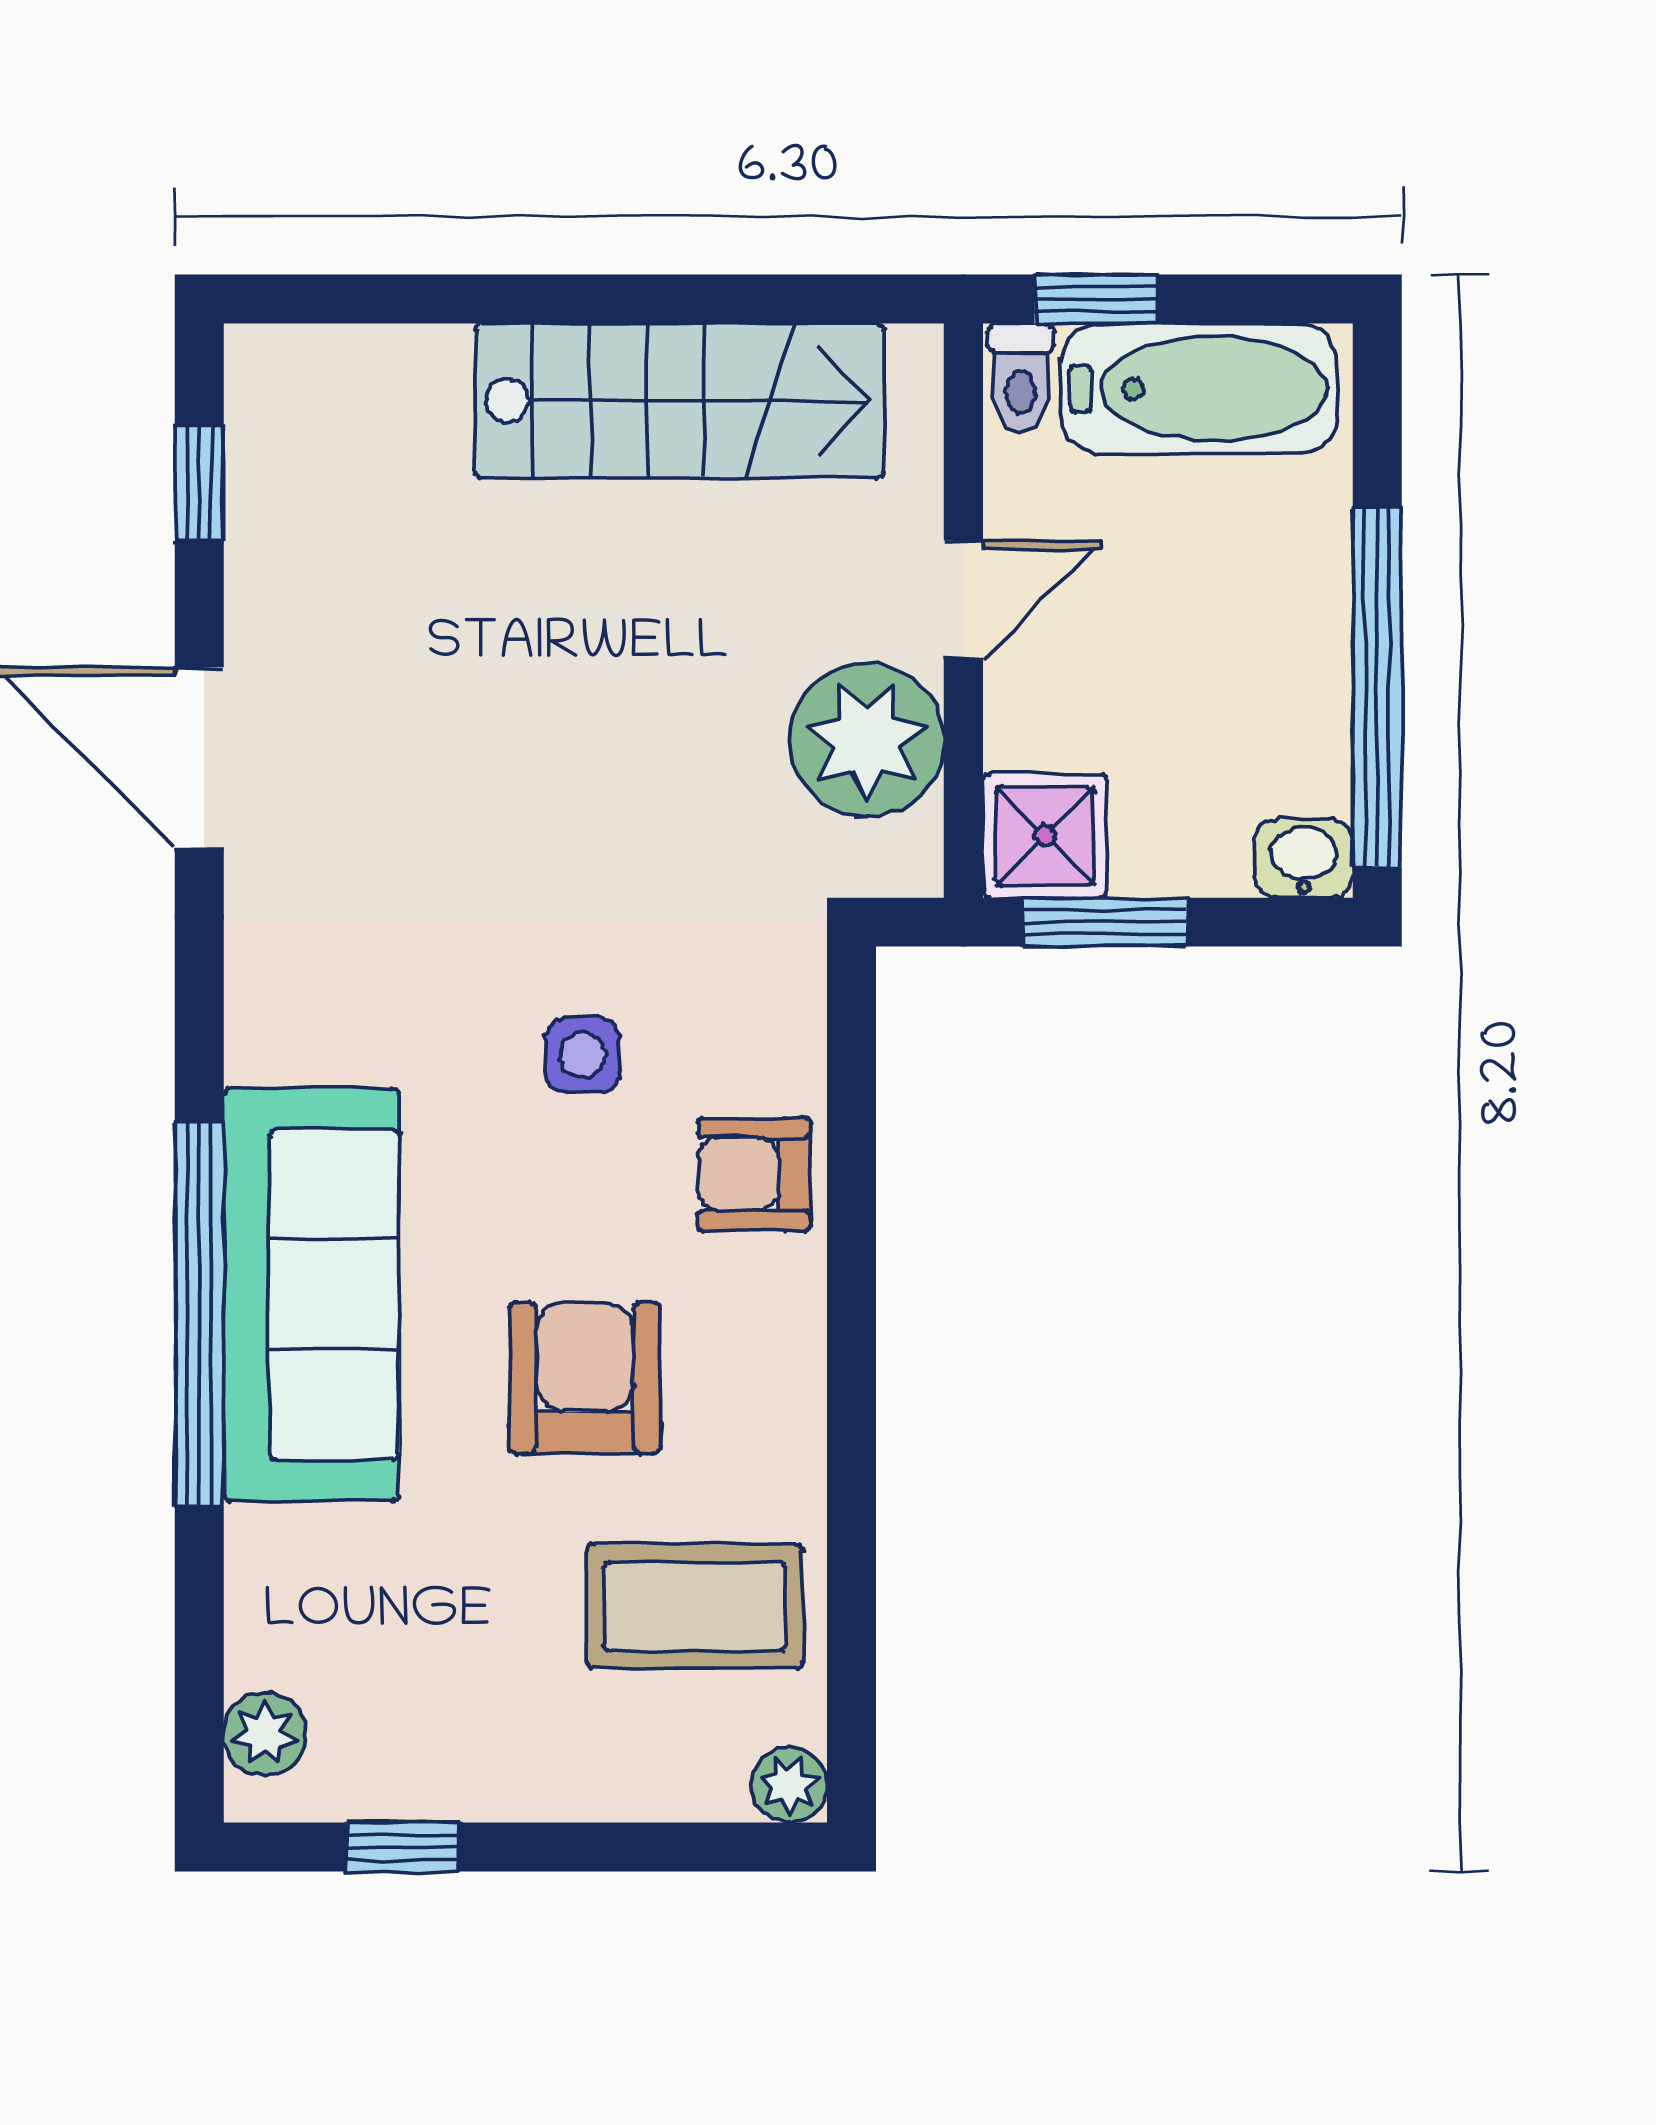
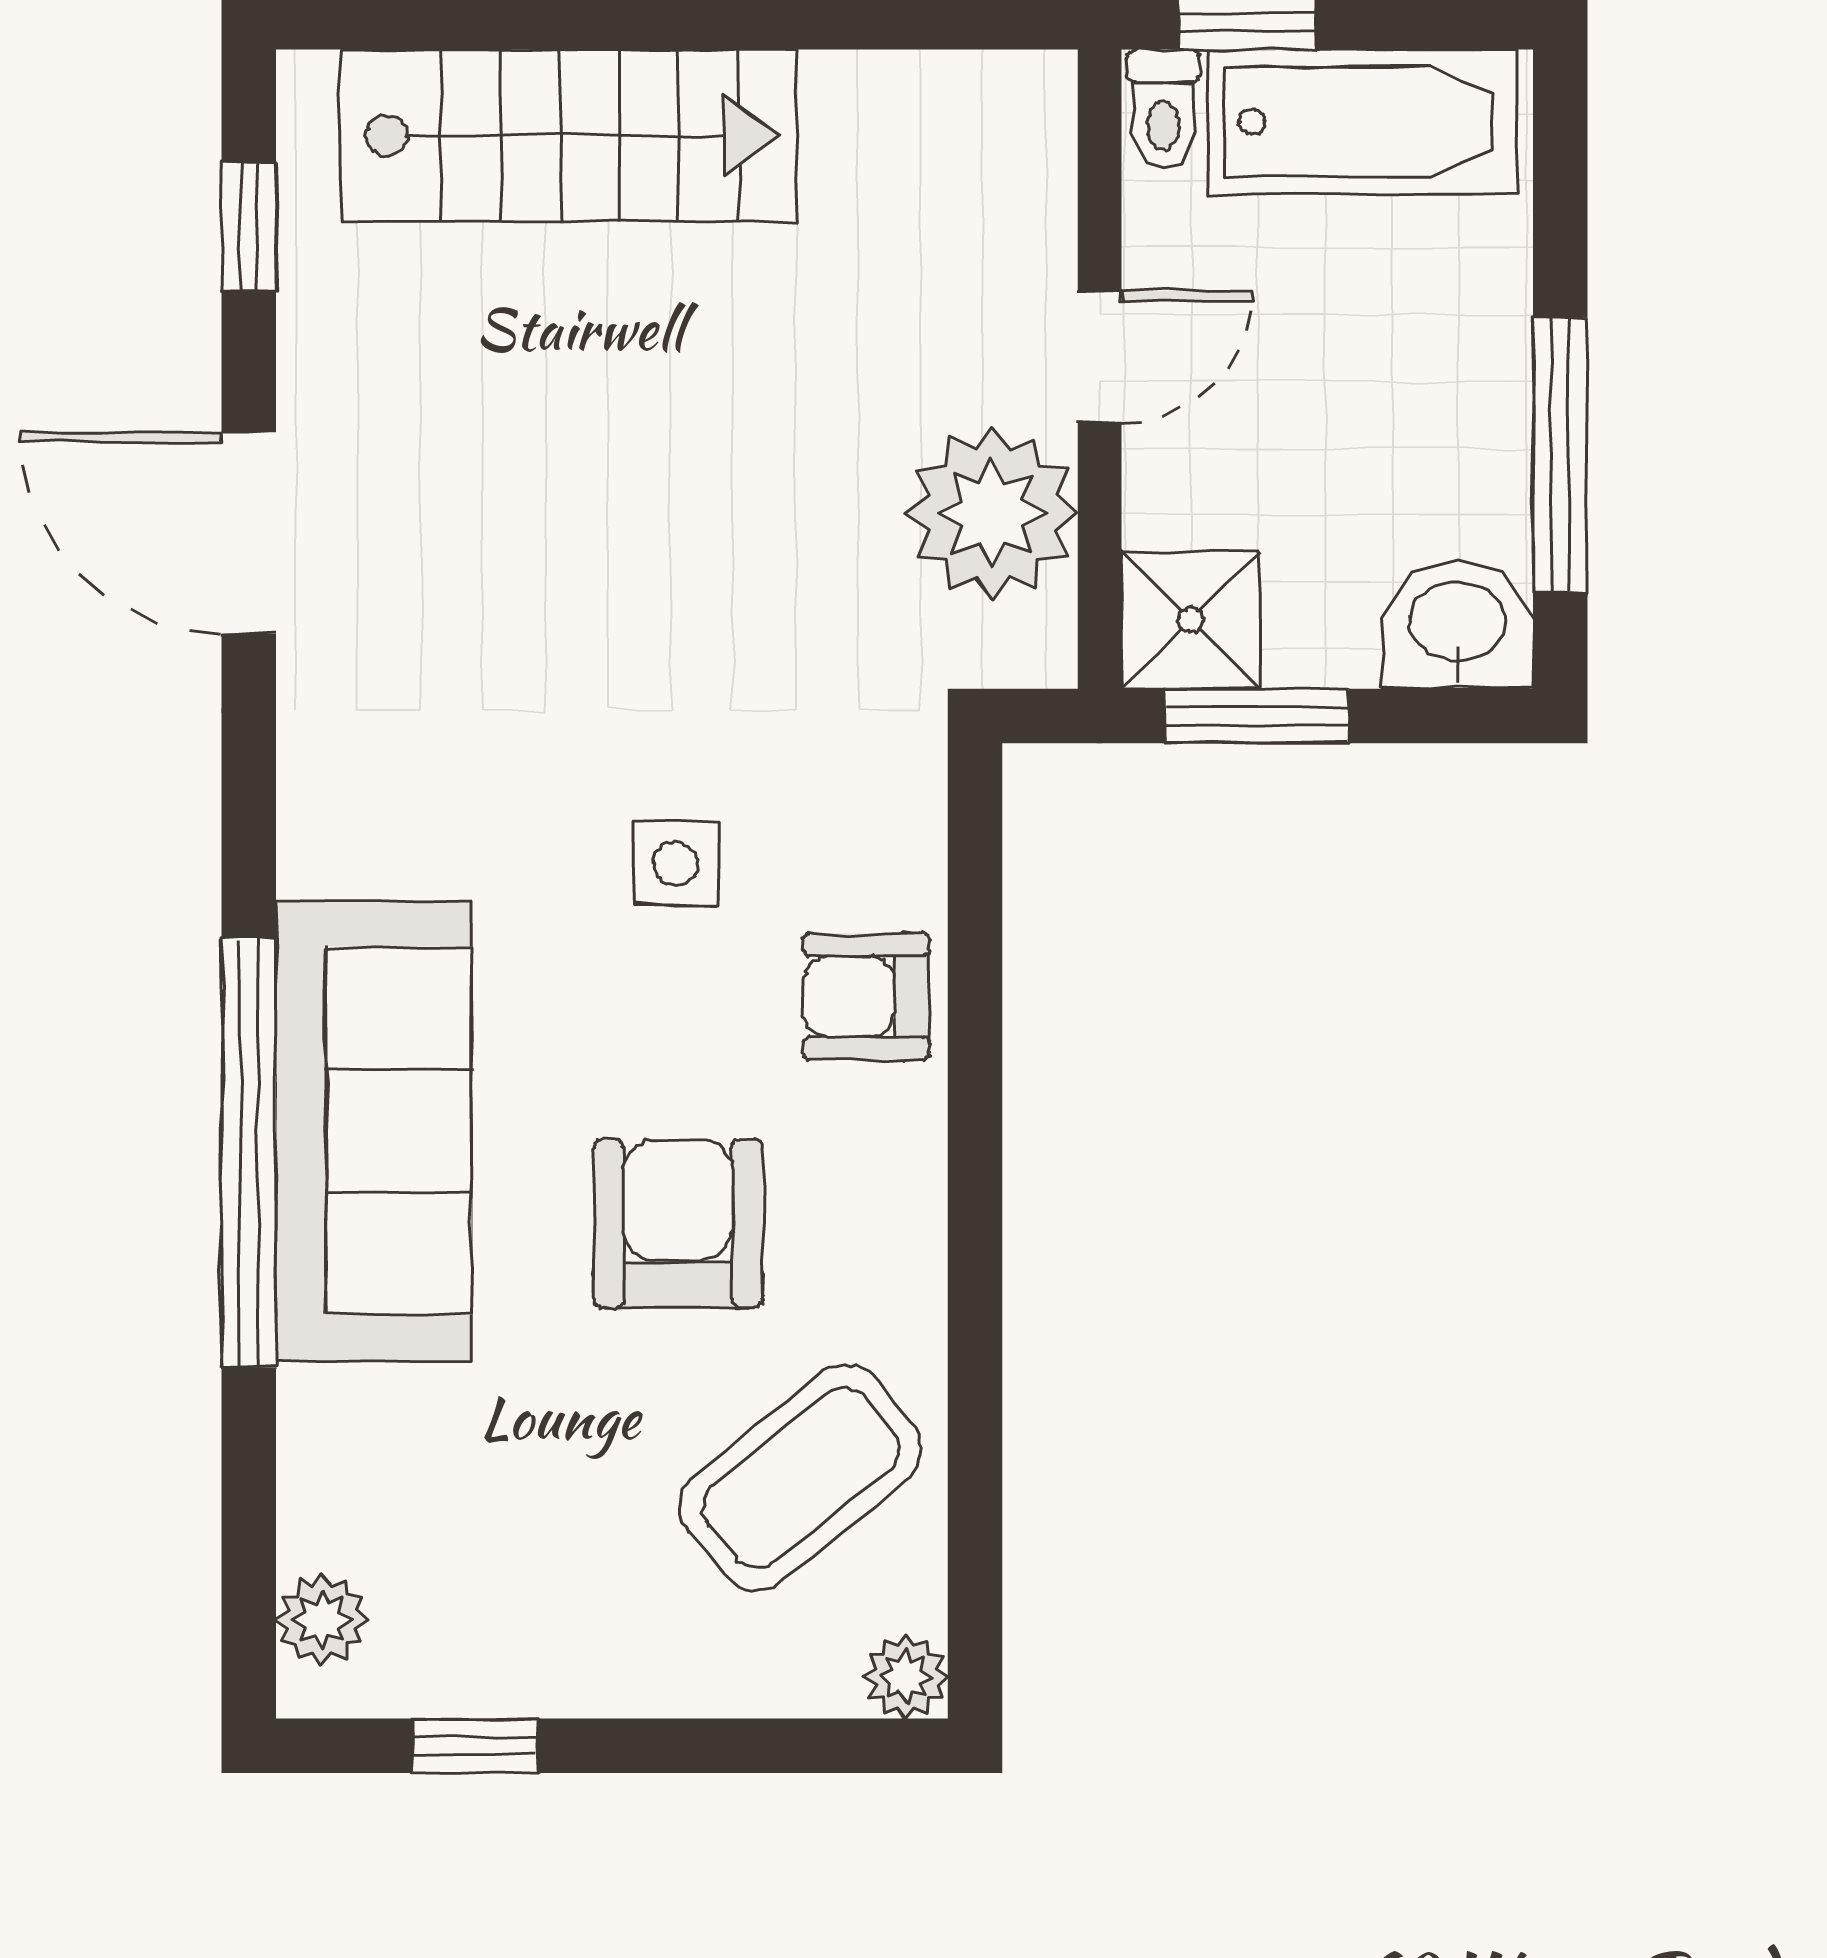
stairs: (679, 401) -> (569, 135), moved
window: (1377, 688) -> (1560, 455), width x0.68
washbasin: (1304, 858) -> (1458, 625), width x1.38, depth x1.45
coffee table: (695, 1606) -> (800, 1478), turned -39

